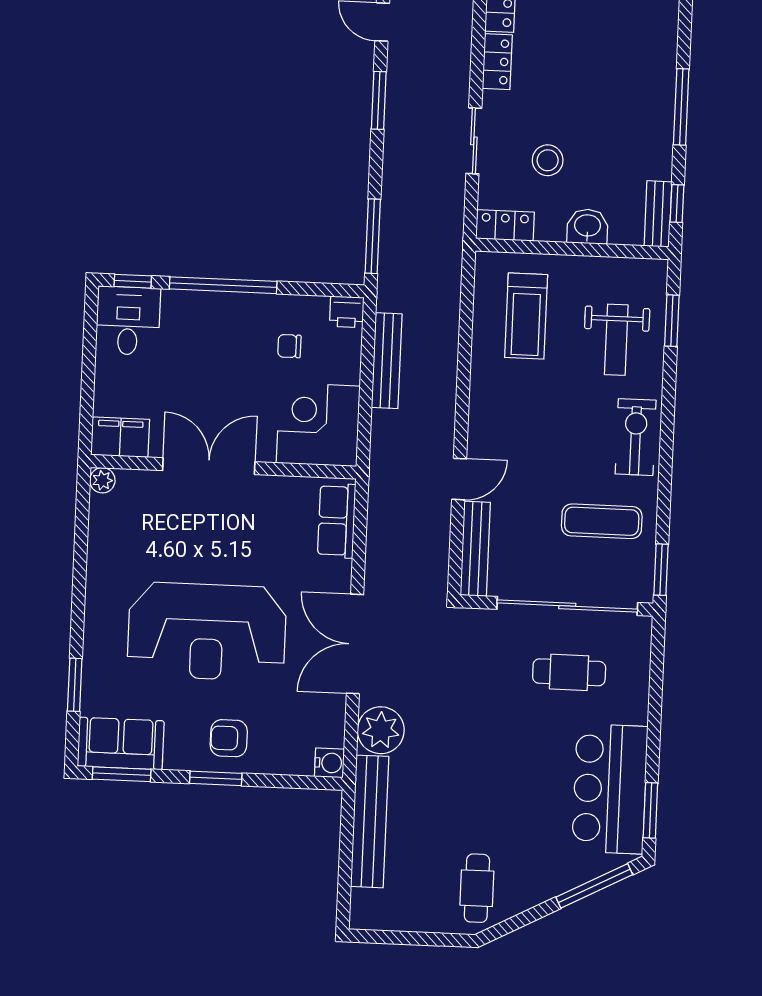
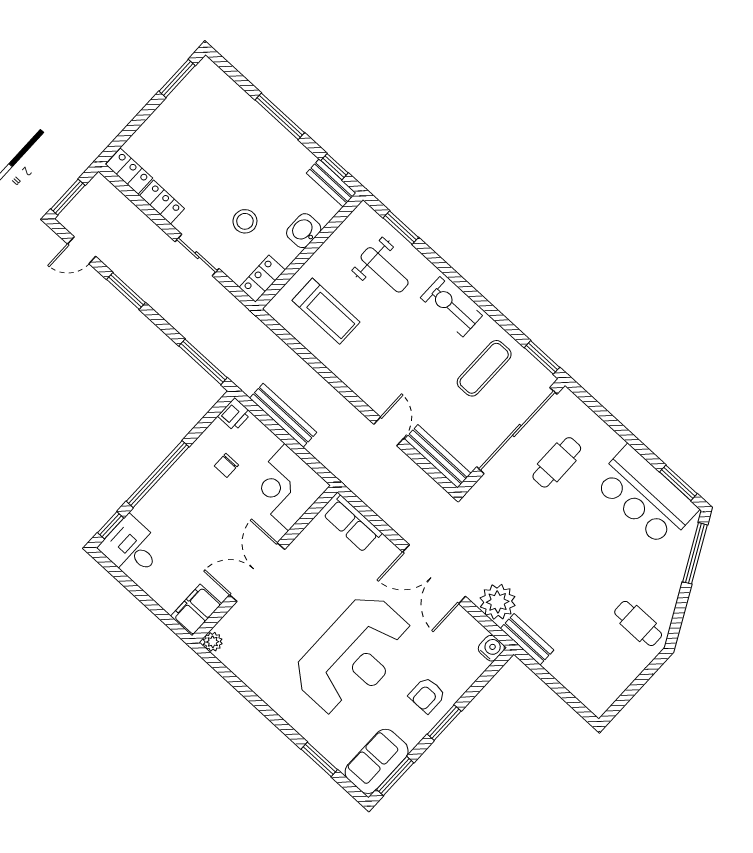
bench: (370, 821) -> (527, 639), width x0.54, depth x0.82

